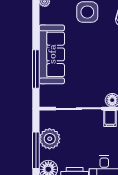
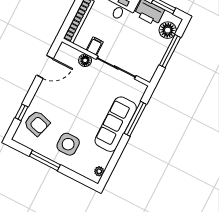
plant: (50, 139) -> (153, 55), removed

